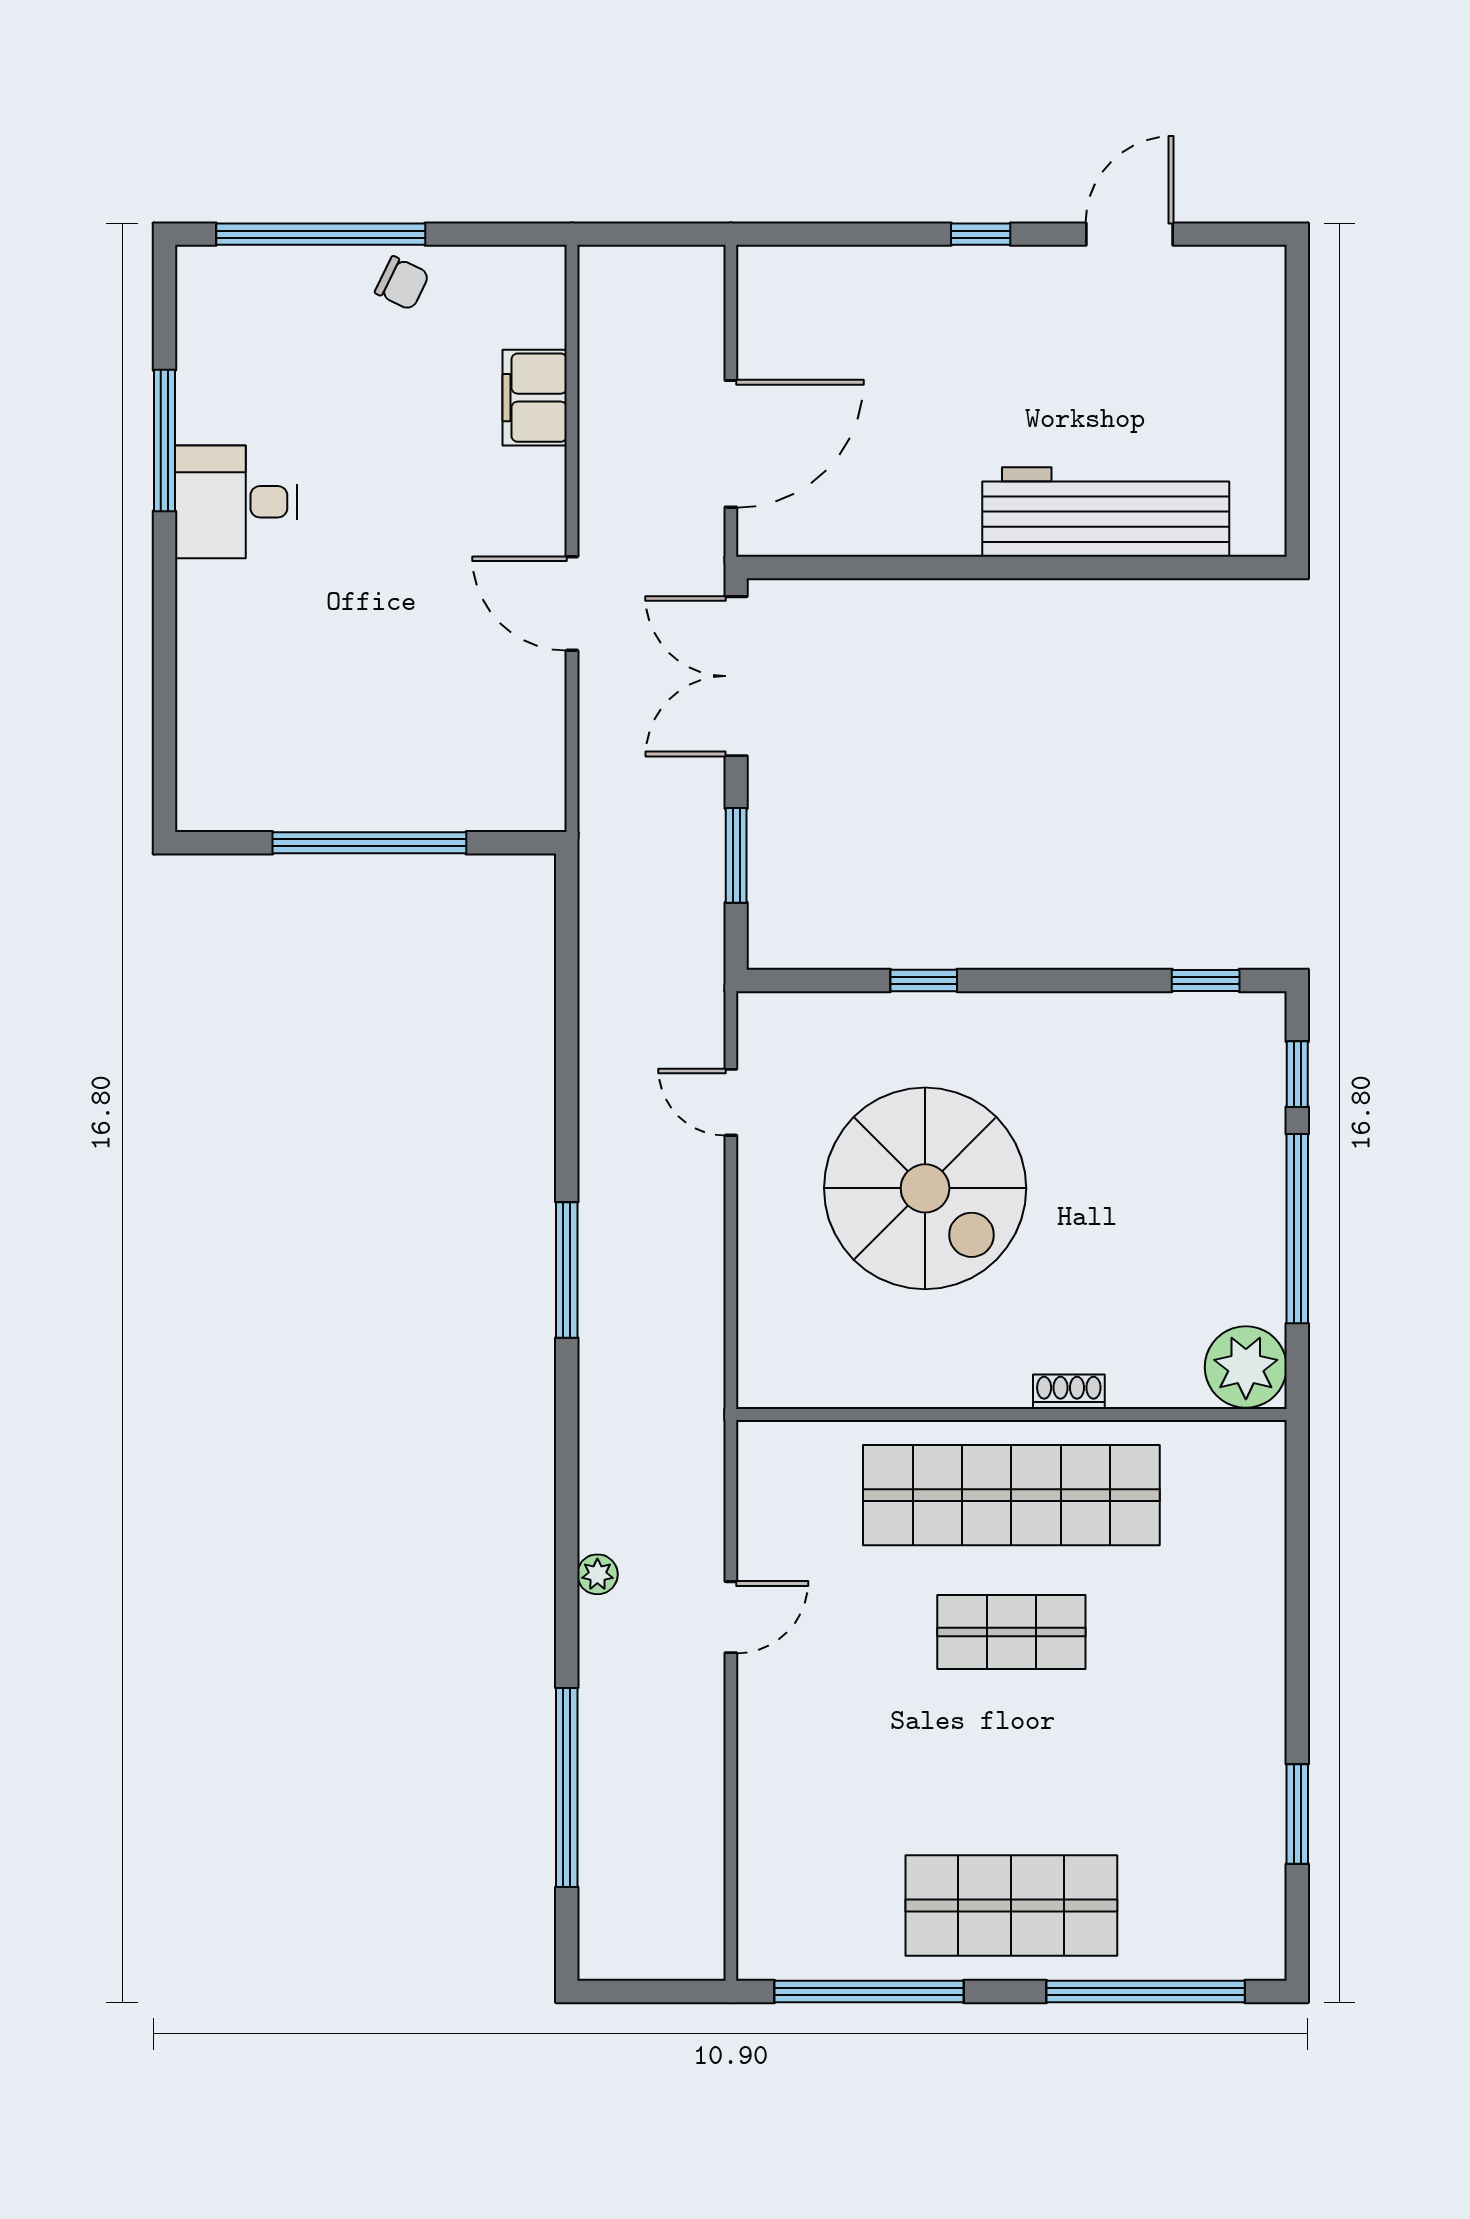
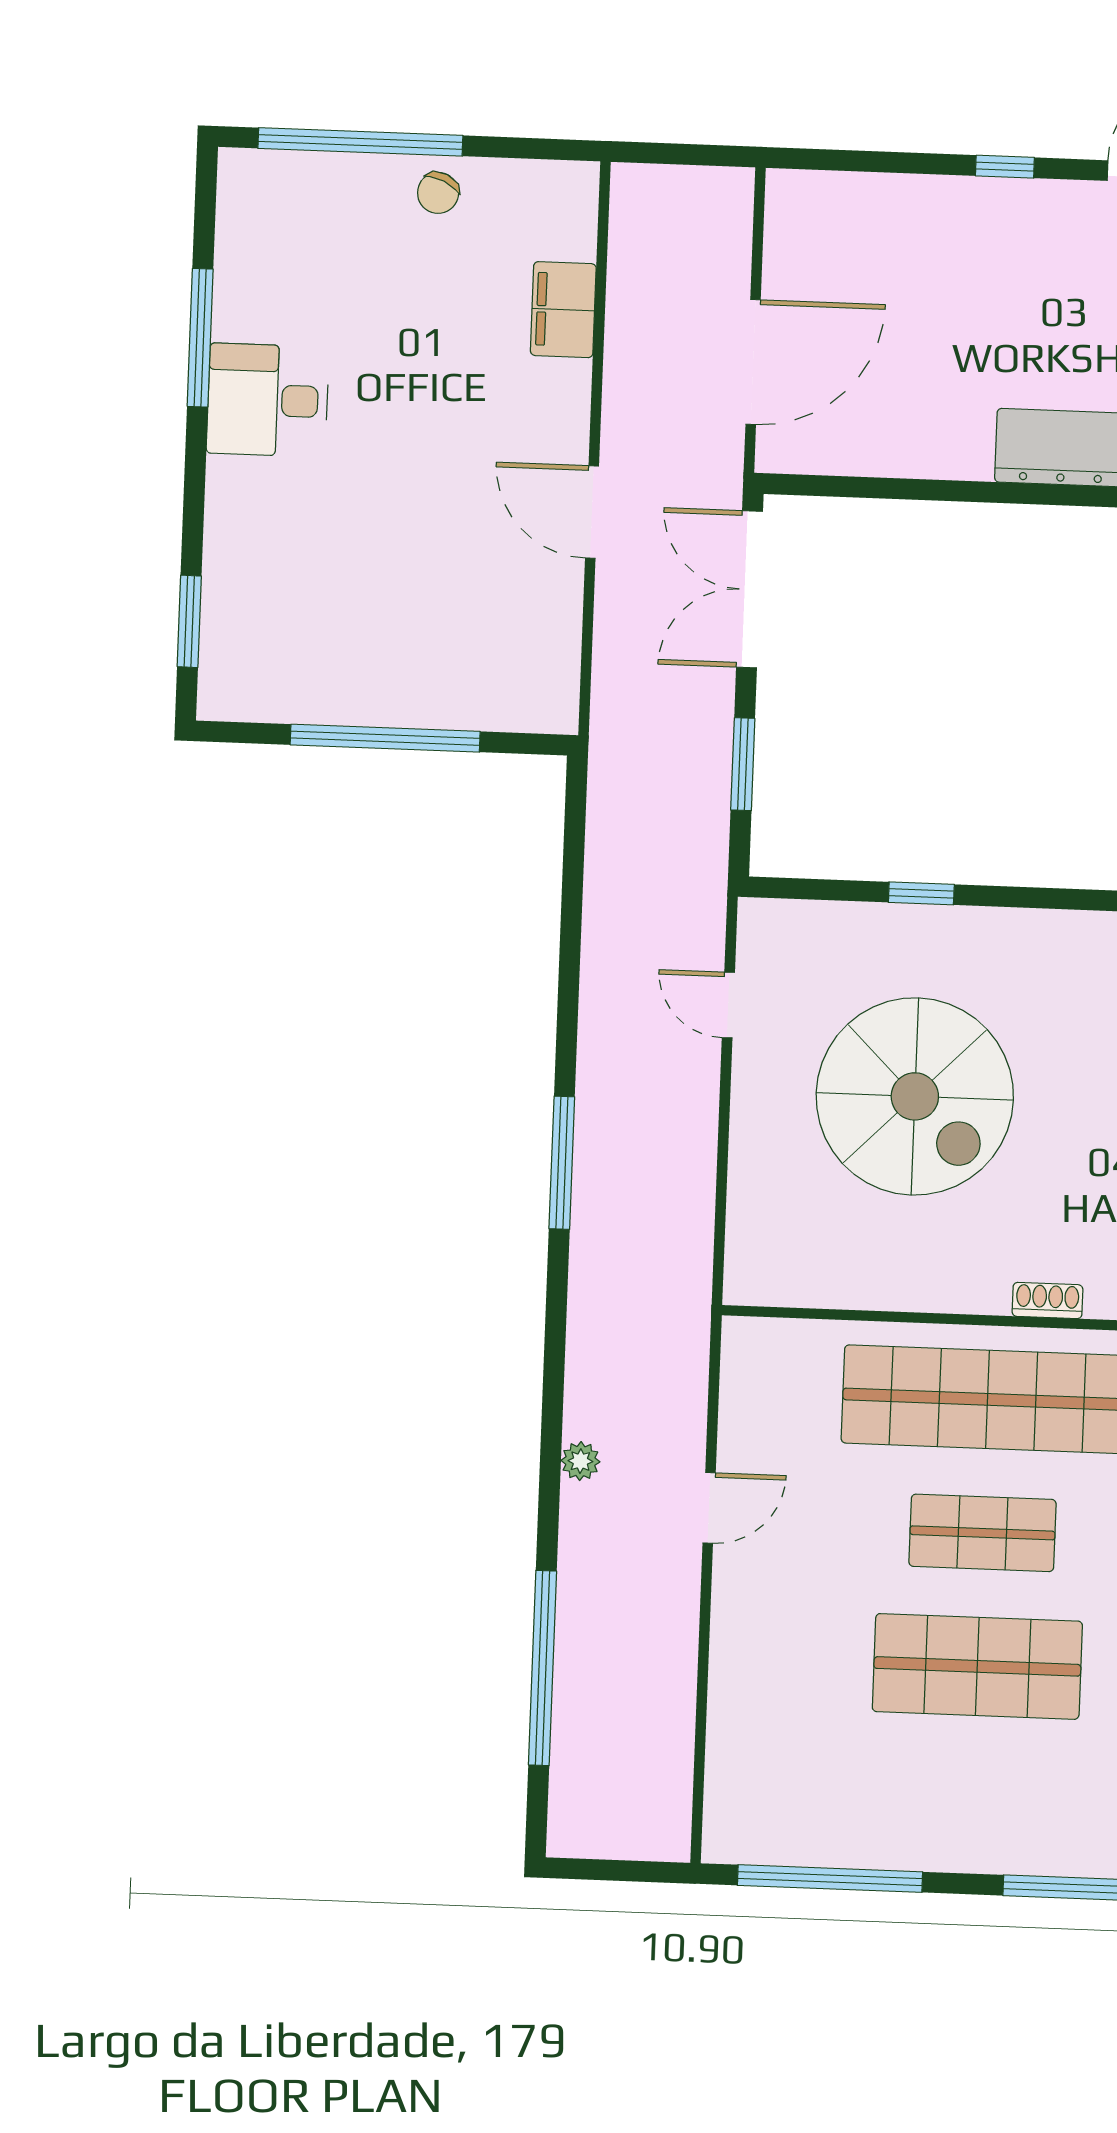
chair: (402, 283) -> (438, 193), turned 89
window: (164, 731) -> (189, 621), added
shop shelf: (1011, 1905) -> (977, 1666), moved

